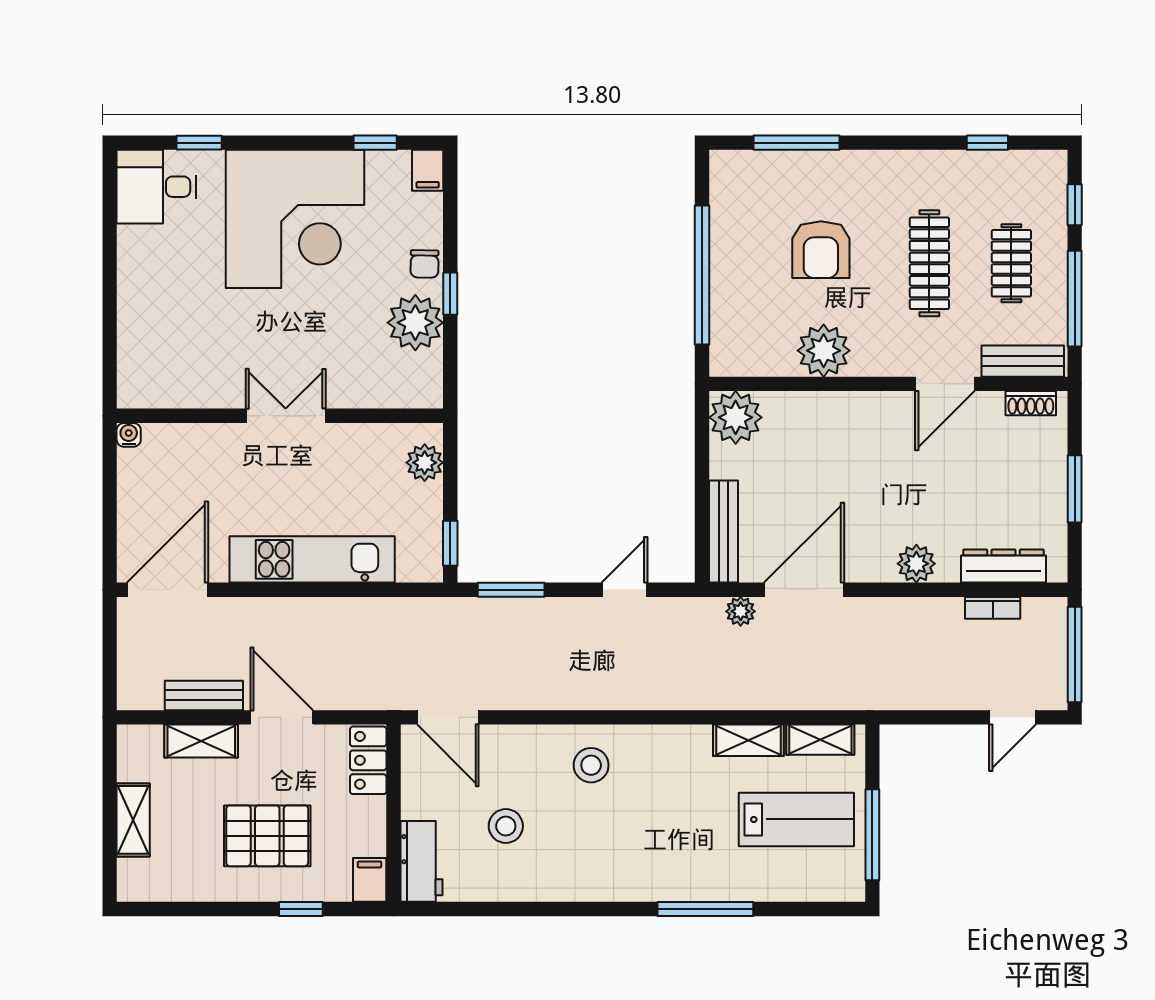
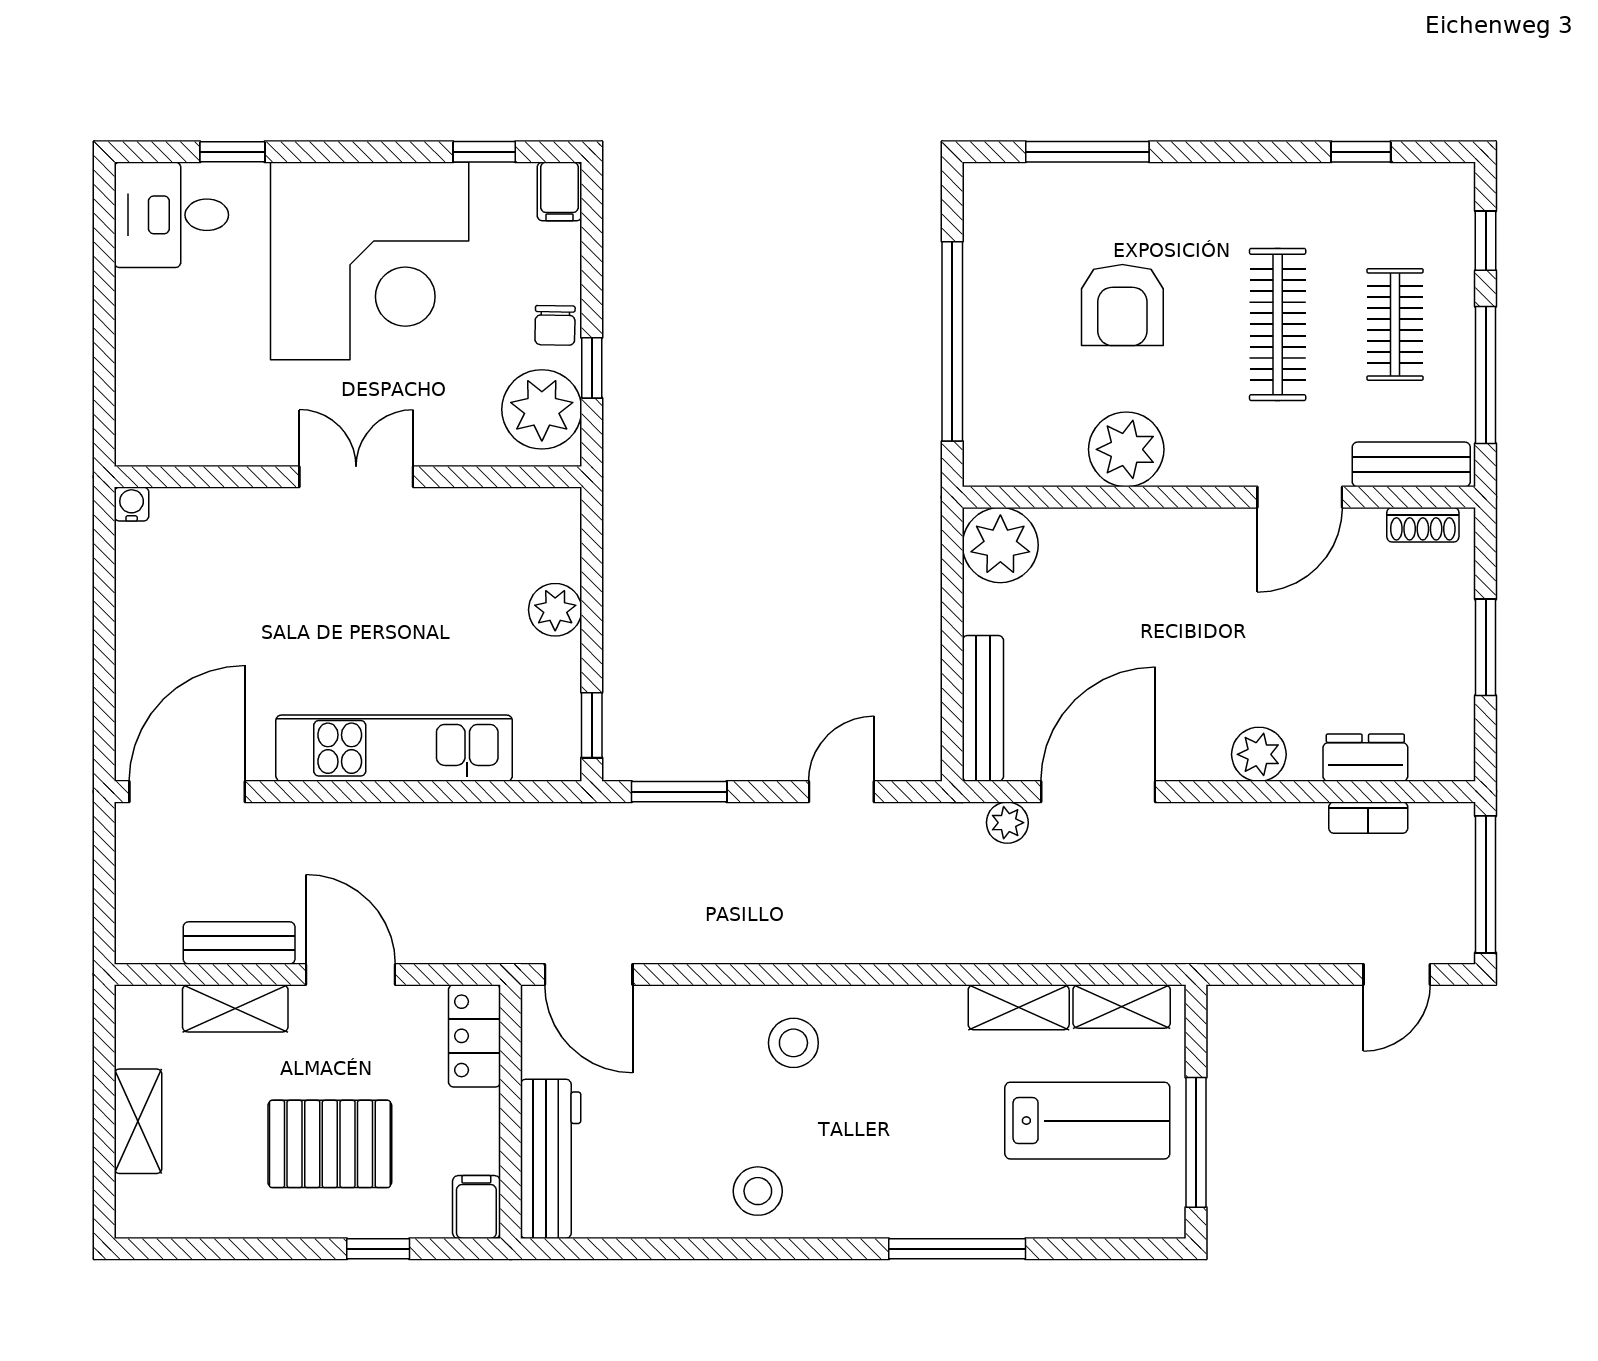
wall: (280, 416) -> (348, 477), moved
double door: (286, 416) -> (356, 477), moved
water cooler: (129, 435) -> (132, 504), moved
dresser: (1004, 566) -> (1365, 758), width x0.70
stool: (506, 826) -> (758, 1191), moved
workbench: (421, 861) -> (551, 1159), width x1.38

